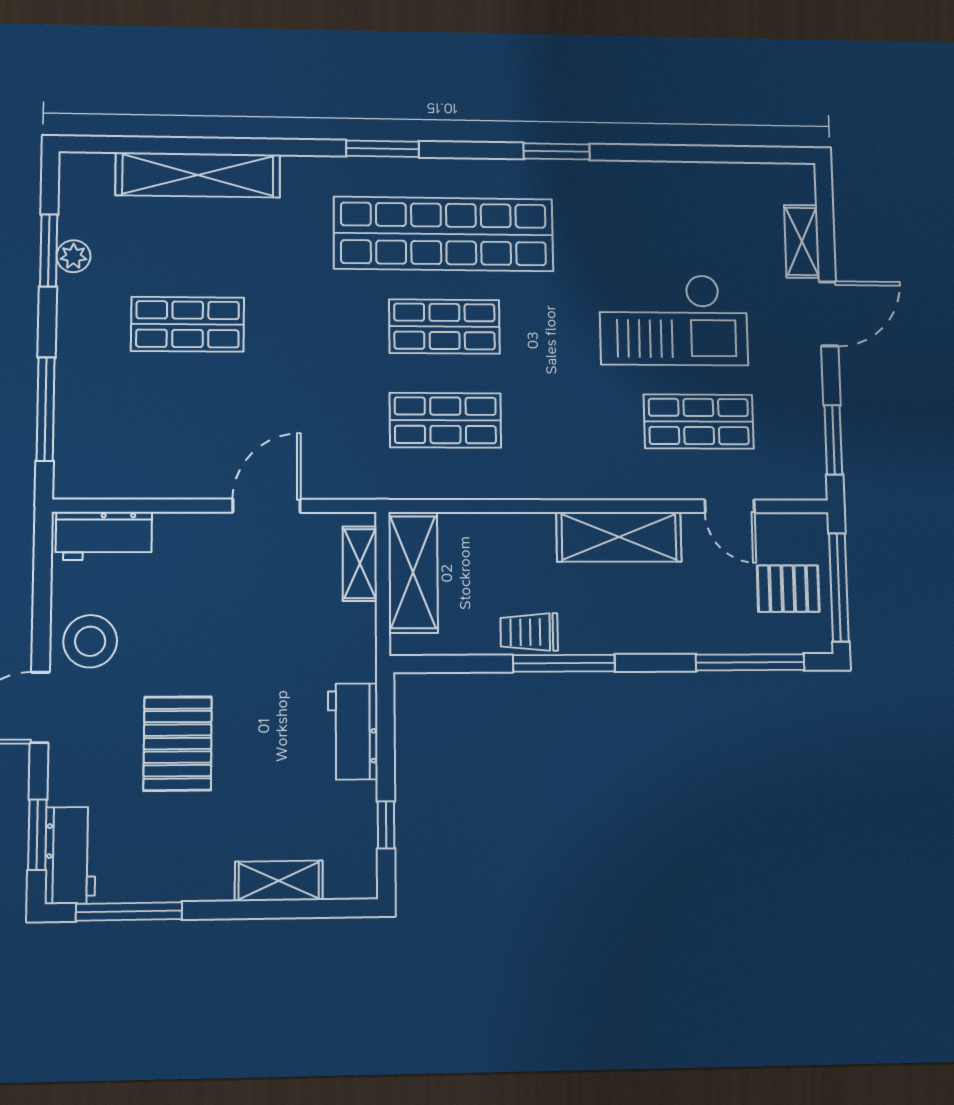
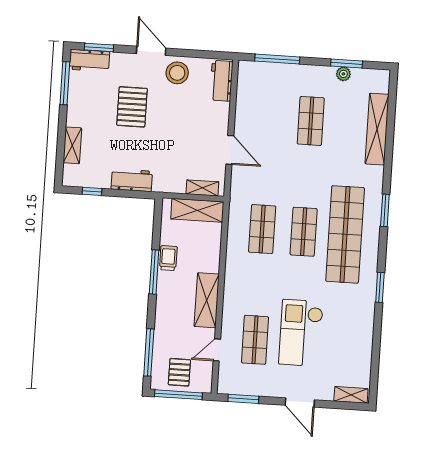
shelving: (802, 241) -> (351, 395), moved
pallet: (178, 744) -> (132, 107), turned 90

